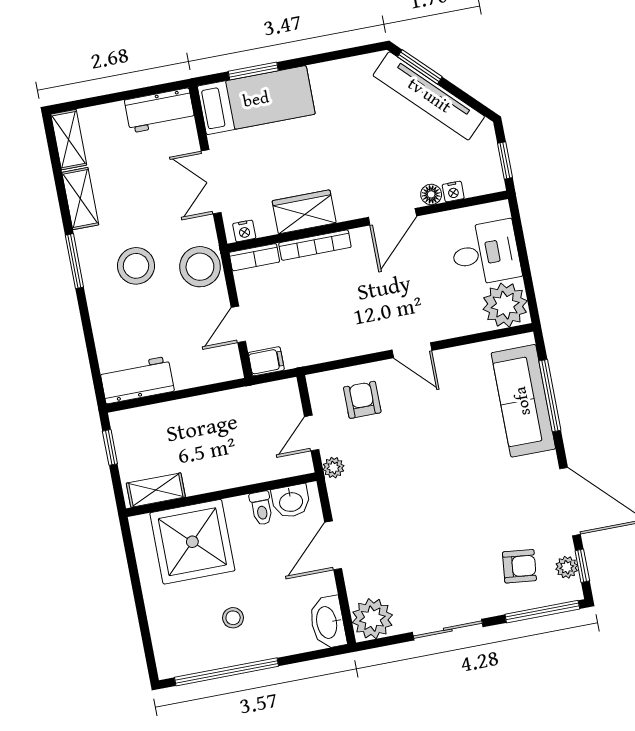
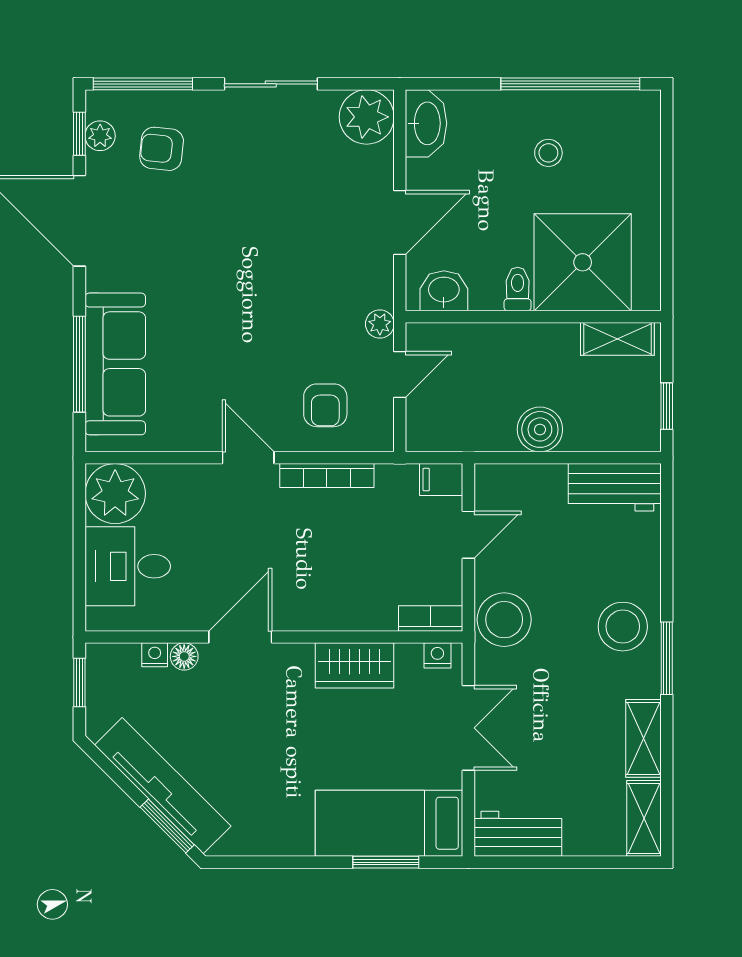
bookcase: (315, 245) -> (327, 475), moved, turned 180
stool: (136, 266) -> (623, 627), moved
boiler: (200, 412) -> (540, 429), added
toilet: (261, 508) -> (518, 289), moved

